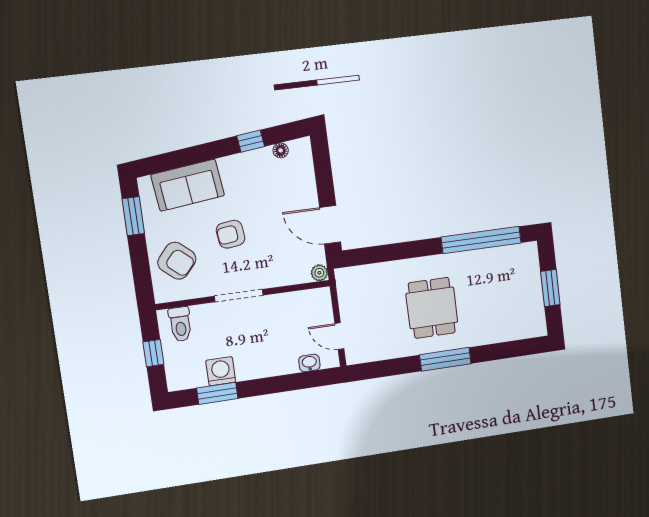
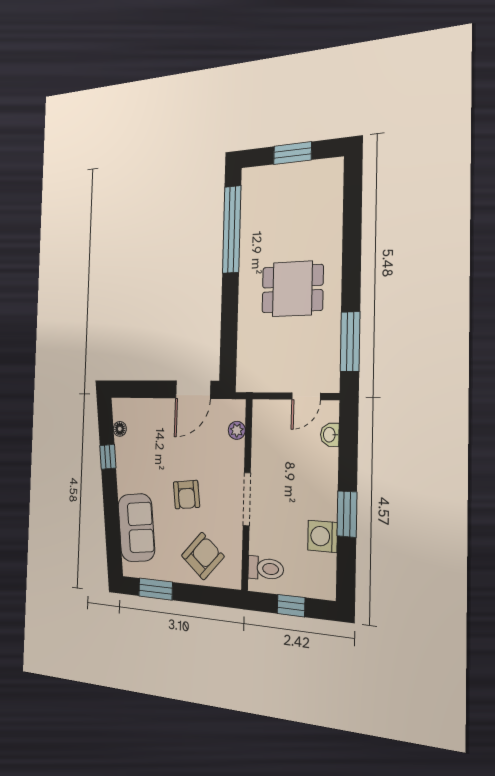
plant: (319, 273) -> (237, 430), moved
window: (445, 359) -> (350, 342), moved
window: (217, 393) -> (347, 514), moved

